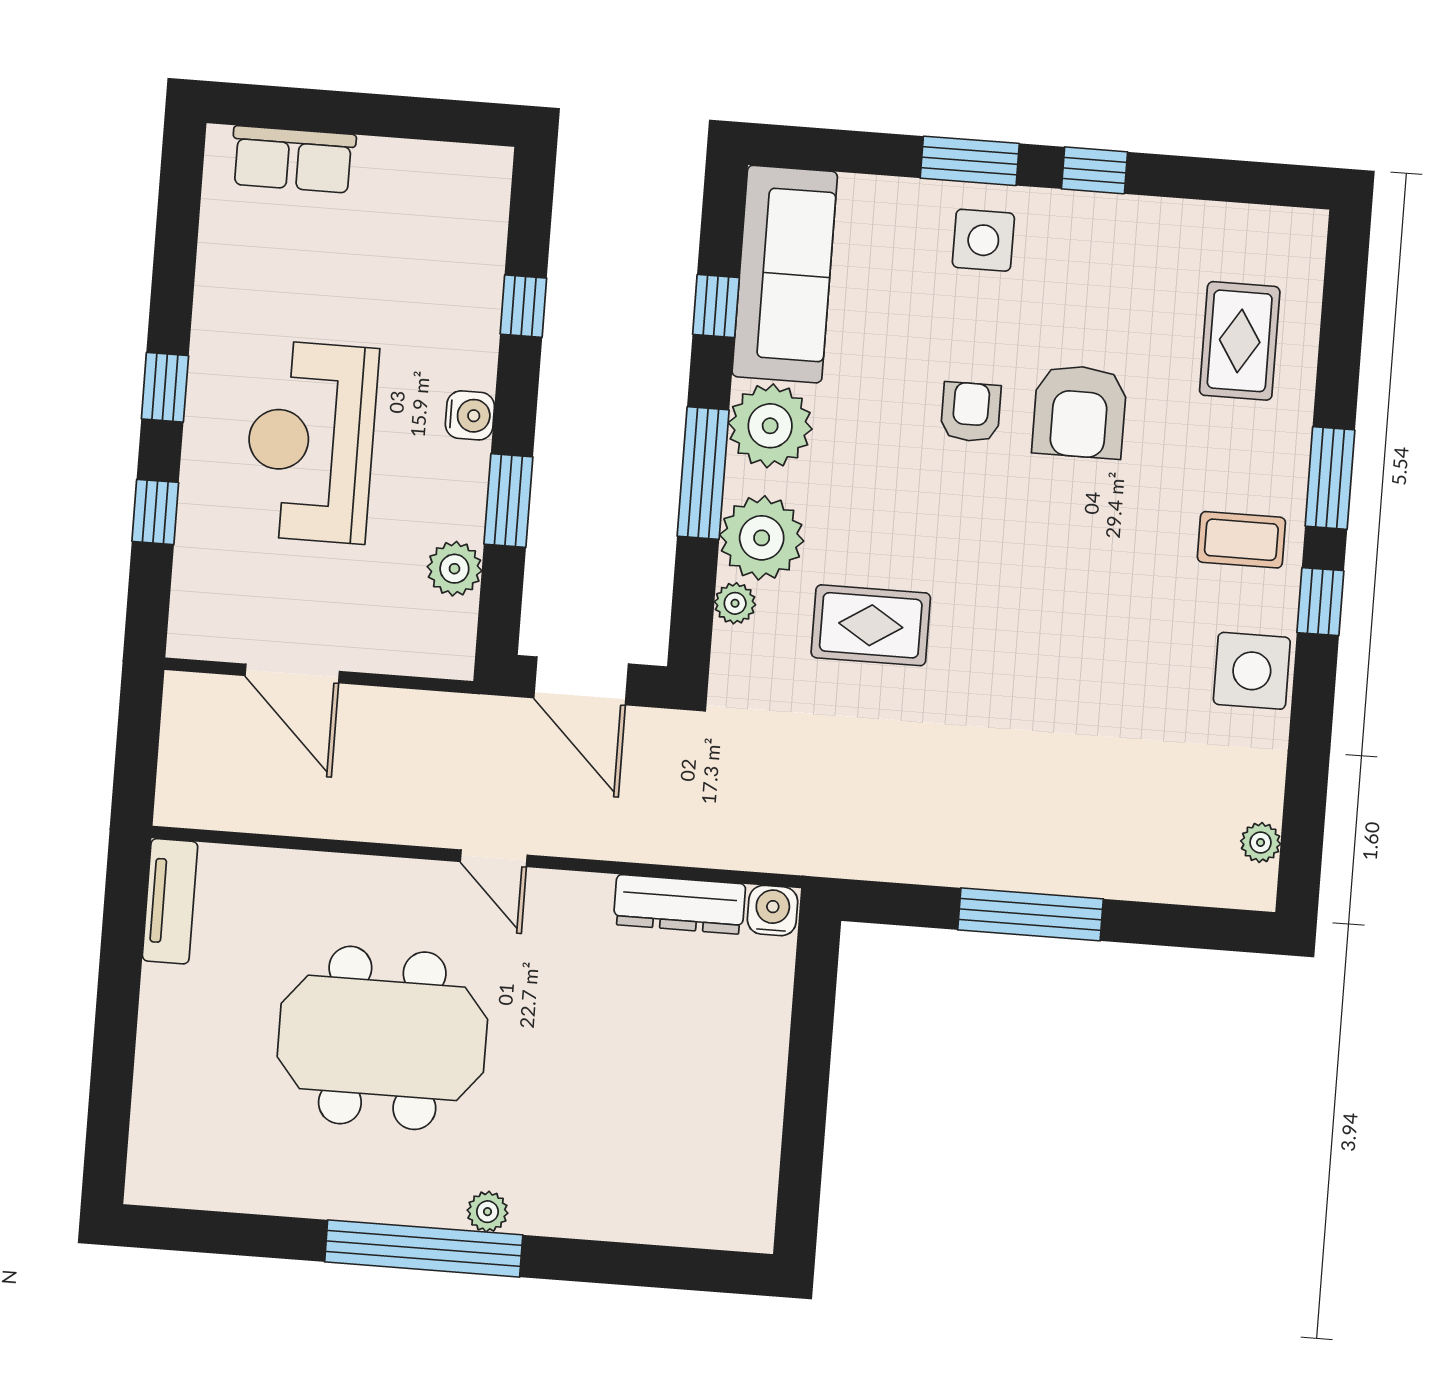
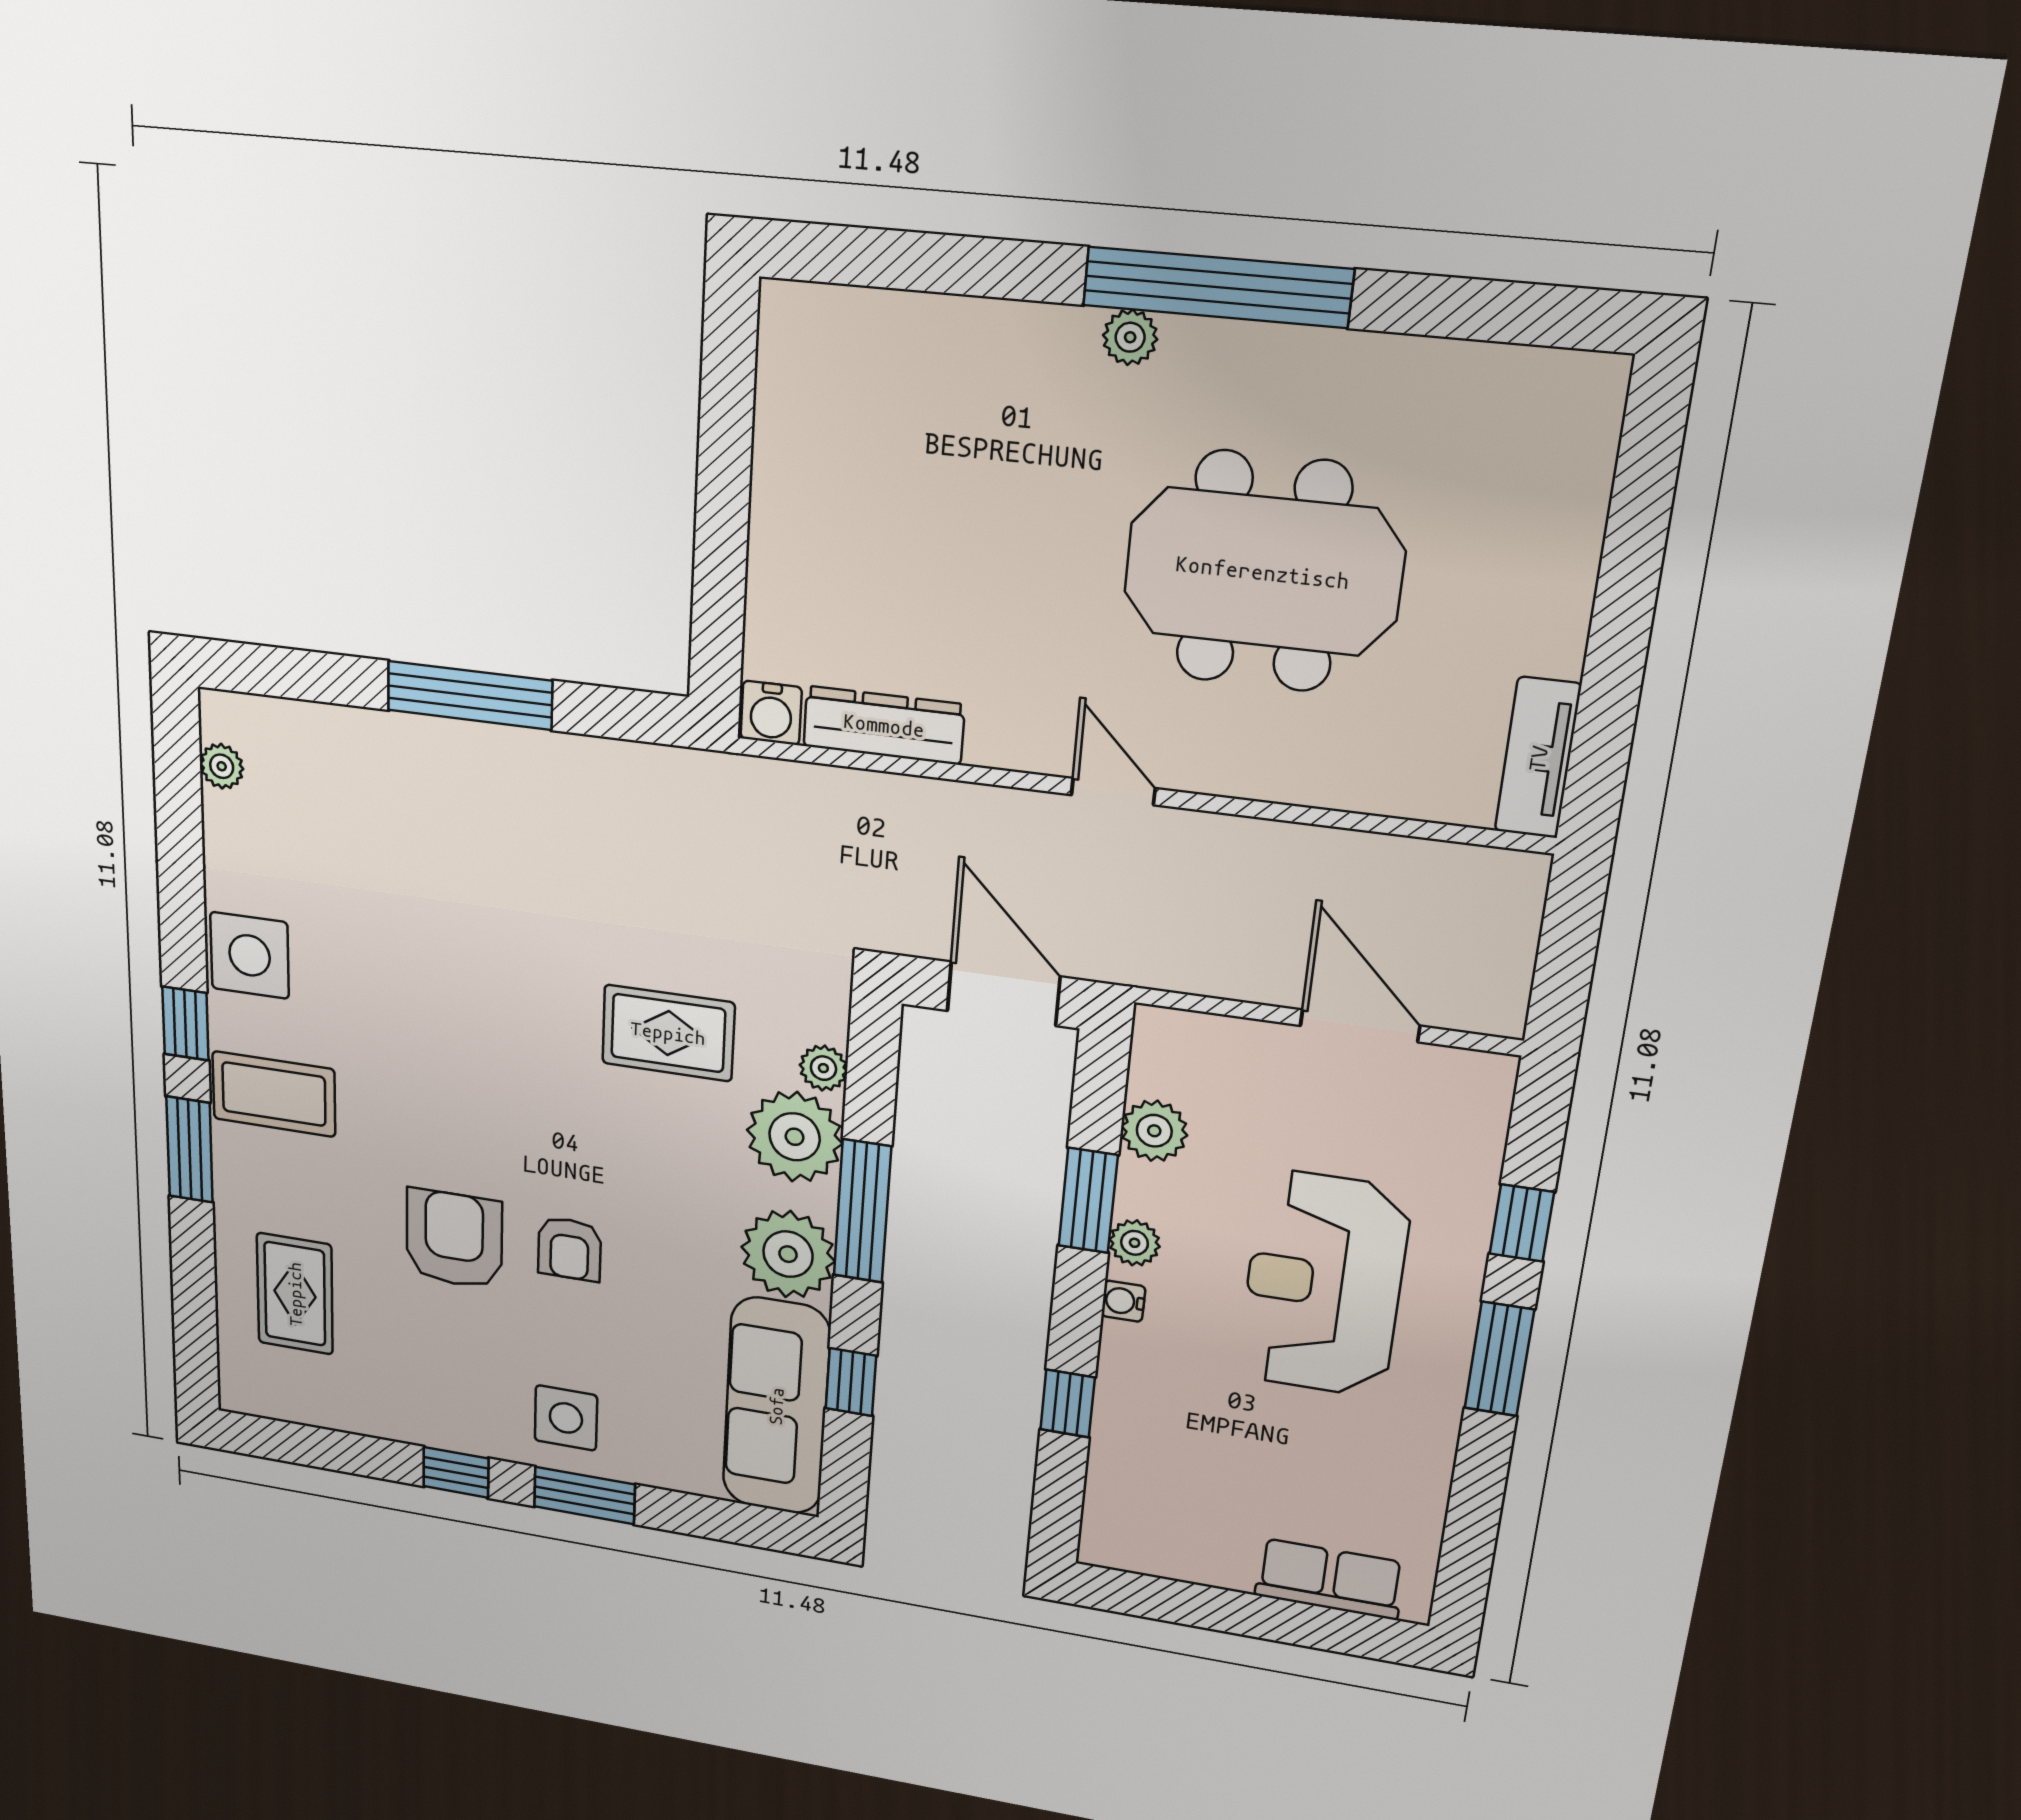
window: (165, 387) -> (1499, 1359), width x1.50
water cooler: (470, 415) -> (1123, 1301), width x0.72, depth x0.72
reception desk: (311, 442) -> (1323, 1284), turned 180
plant: (469, 465) -> (1135, 1243), added
coffee table: (1241, 540) -> (274, 1094), width x1.36, depth x1.30

